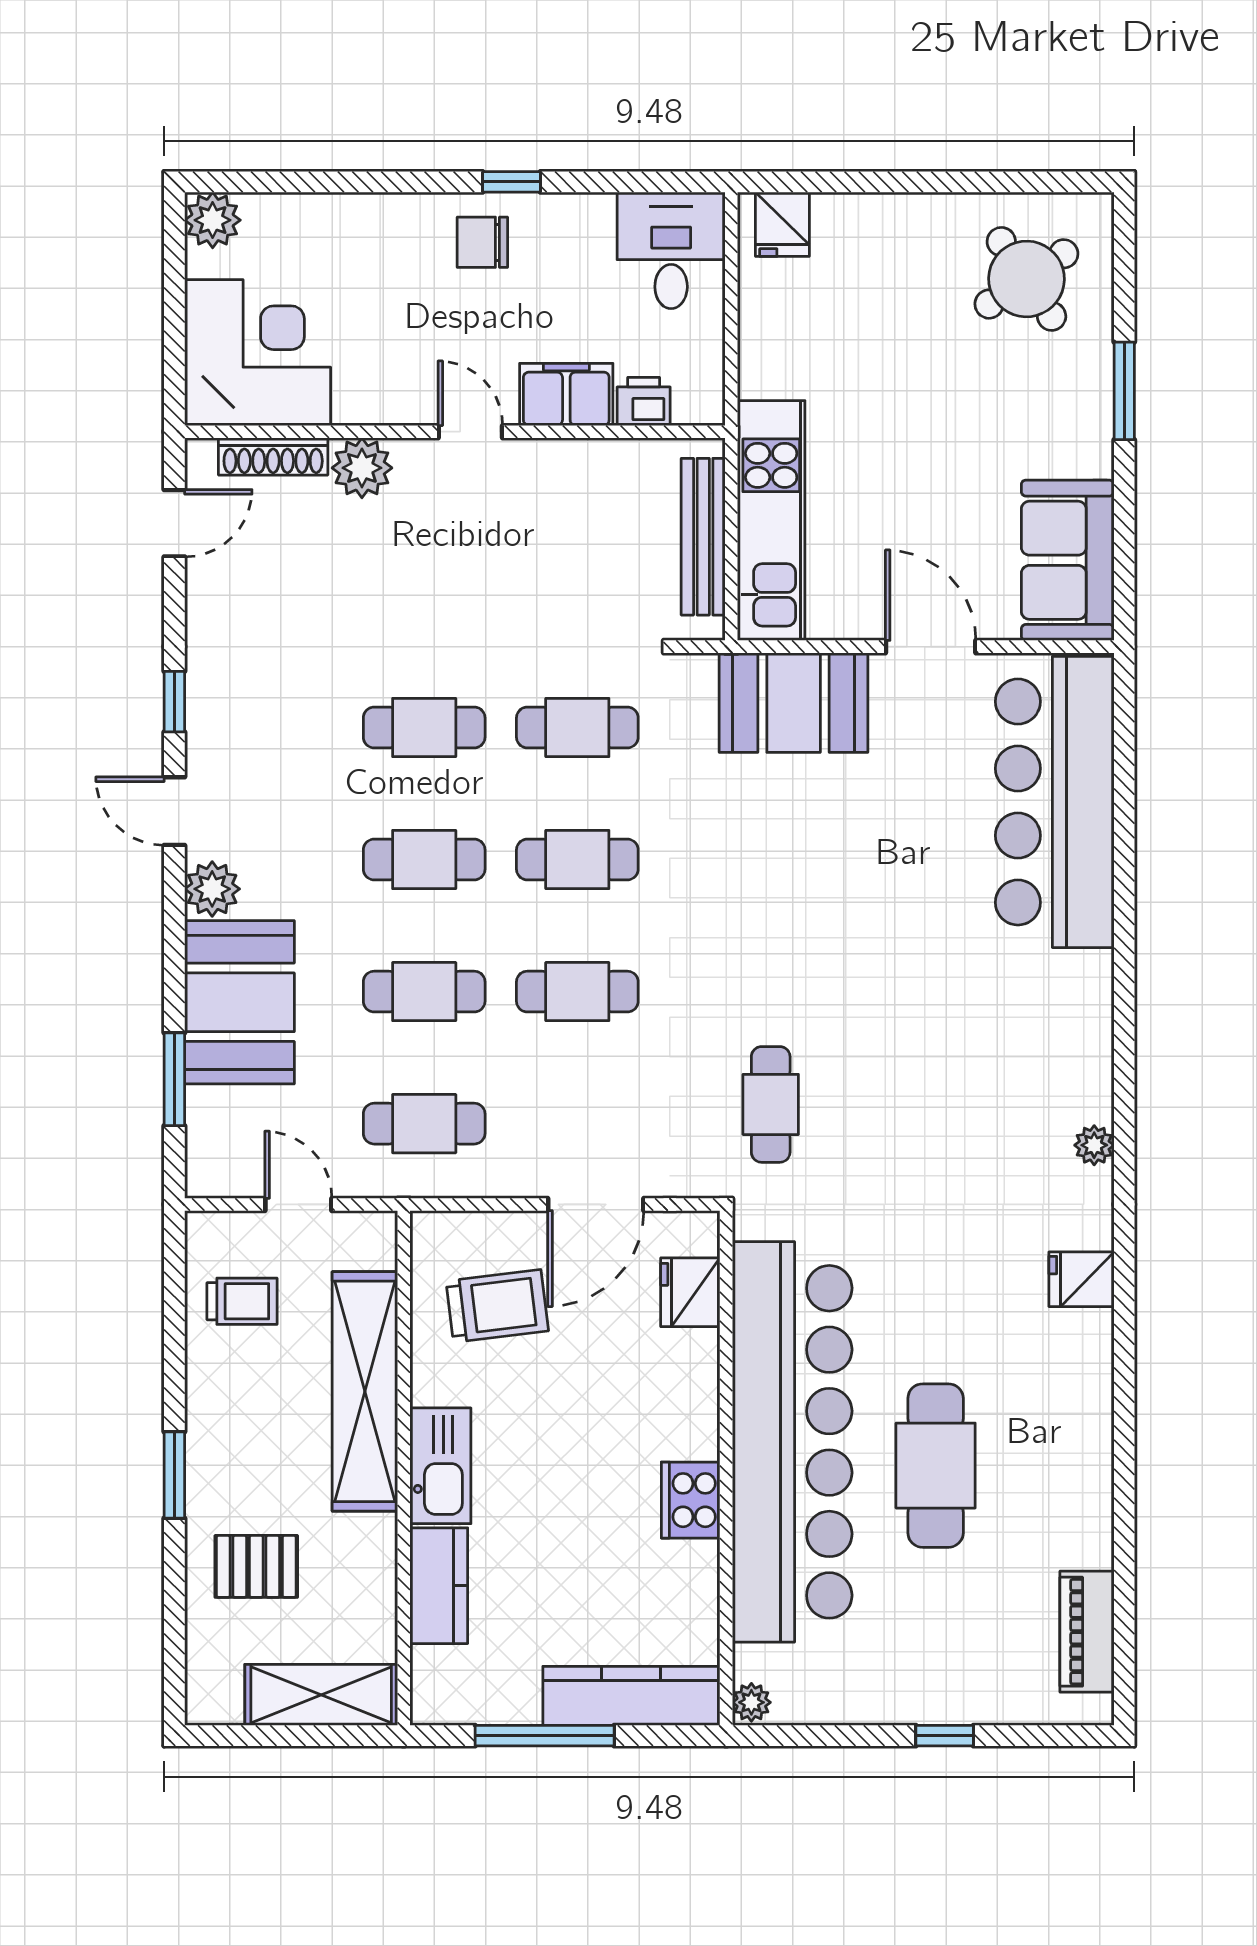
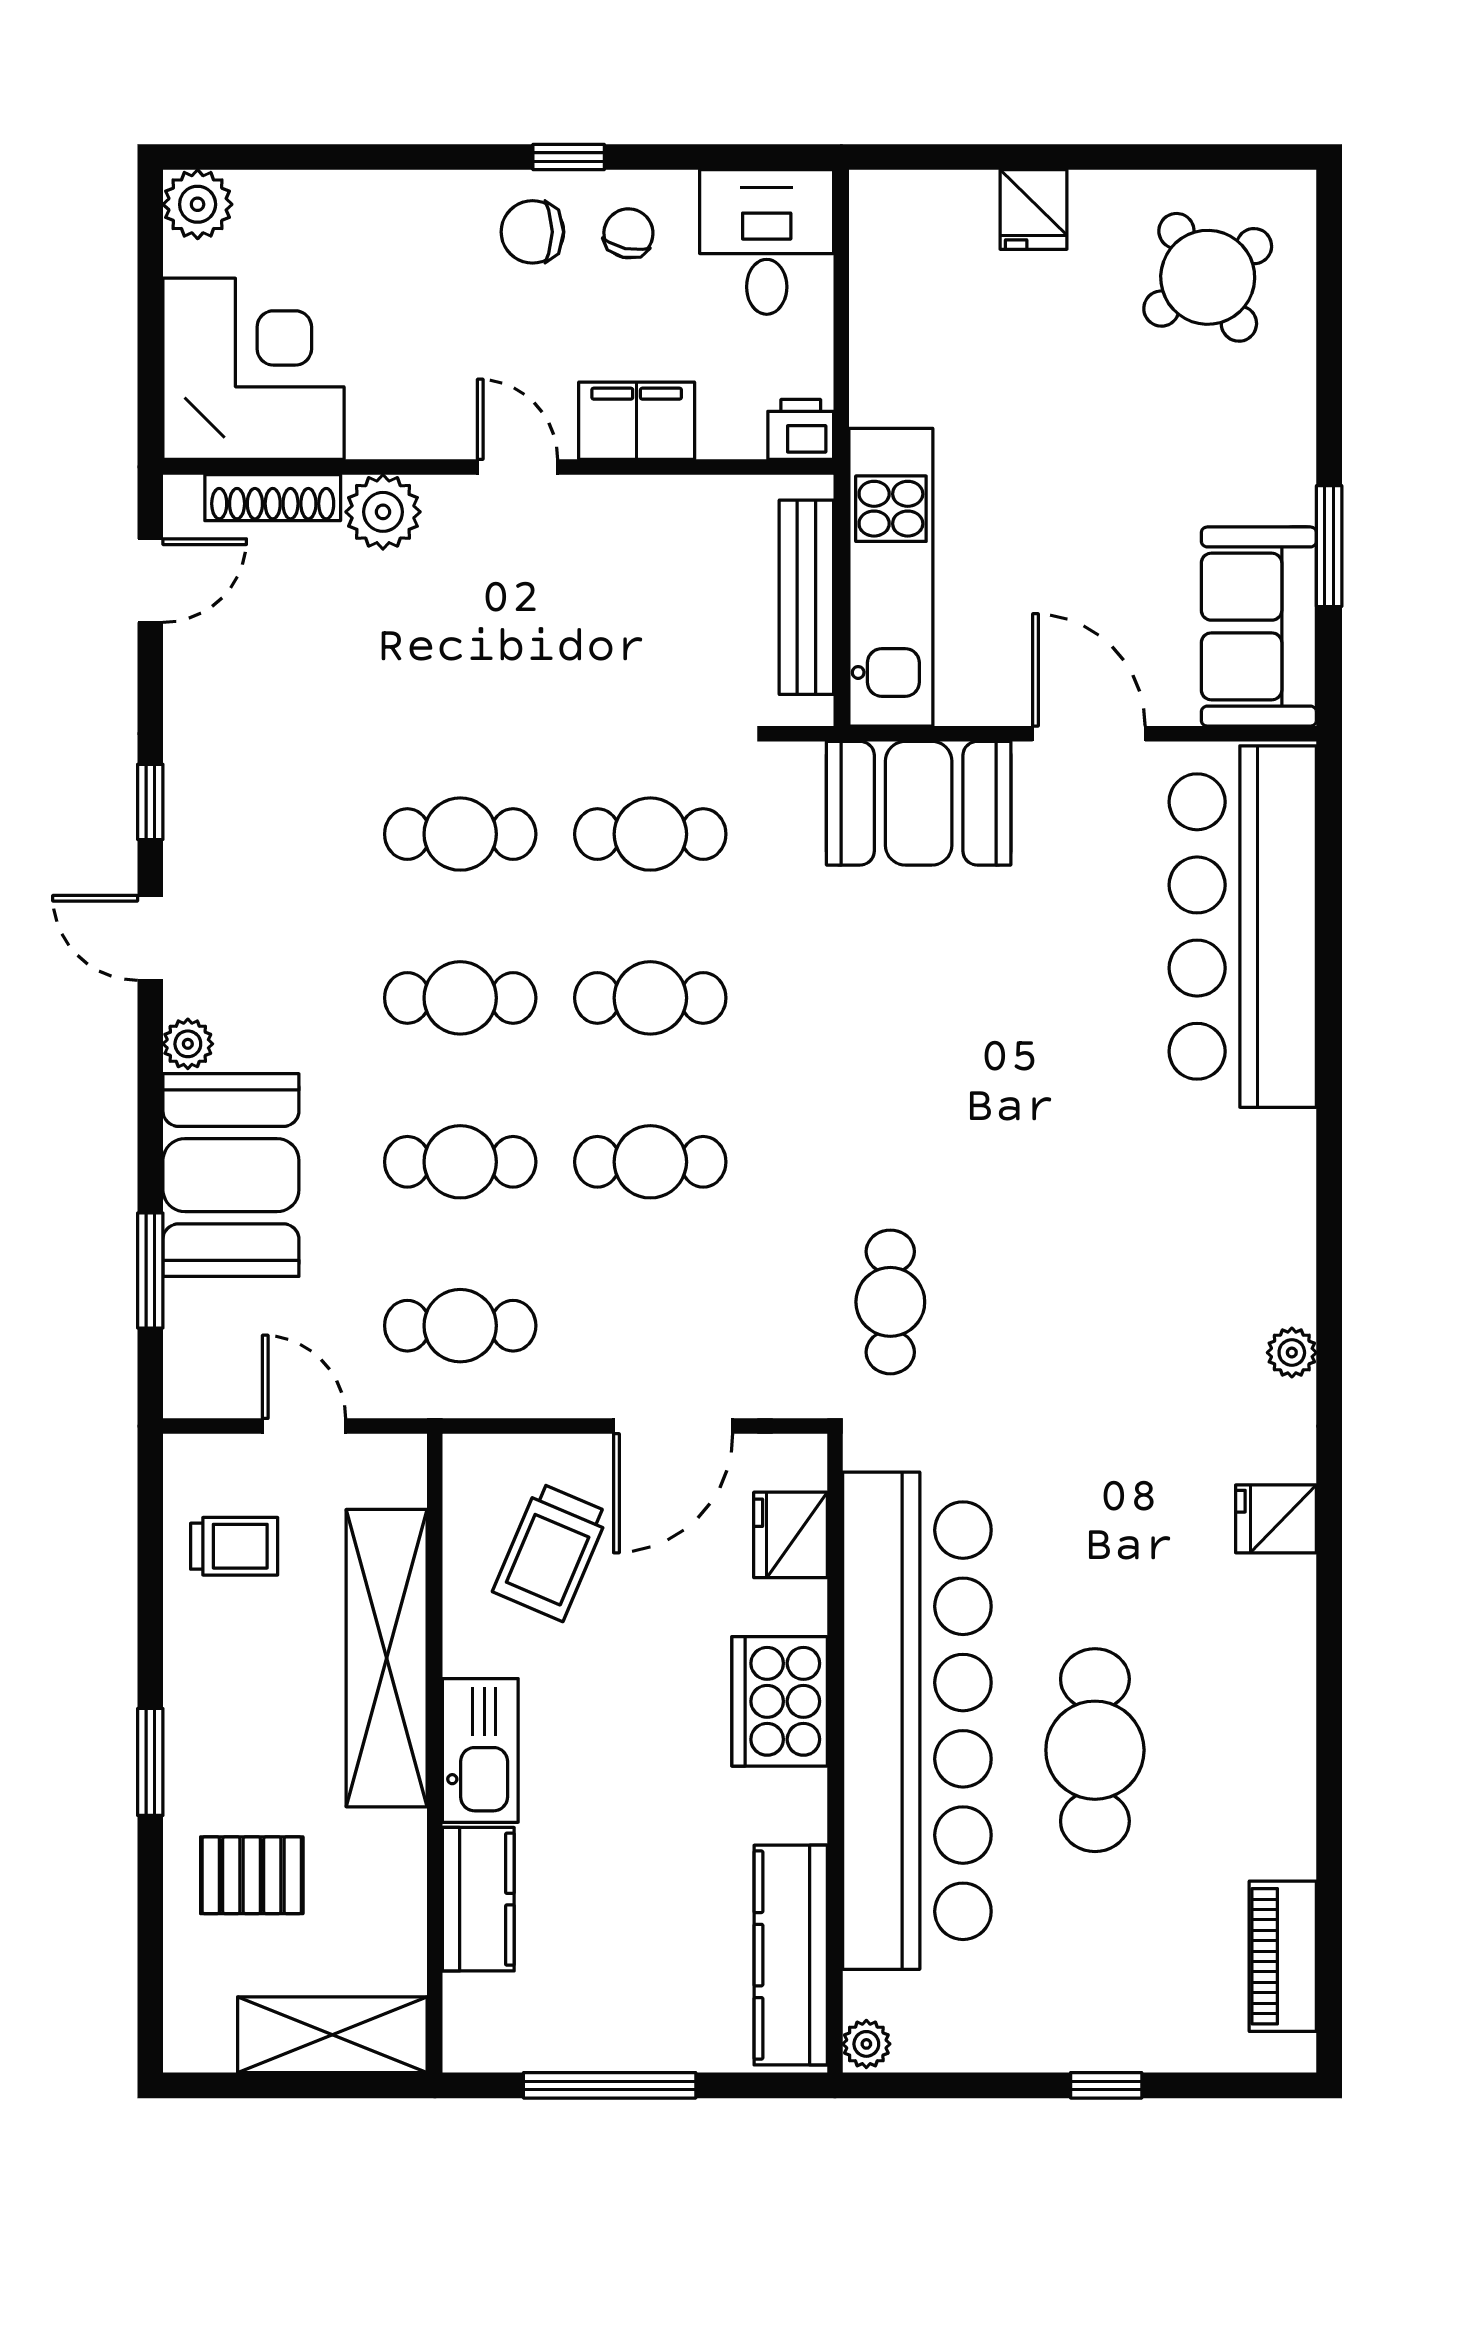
fridge: (782, 224) -> (1034, 210), moved
chair: (560, 243) -> (628, 233), added
window: (1124, 391) -> (1329, 546), moved
printer: (644, 401) -> (801, 429), moved
plant: (212, 889) -> (188, 1044), width x0.73, depth x0.73
trolley: (497, 1306) -> (551, 1552), turned 120
cooker: (691, 1500) -> (780, 1701), moved, width x1.37, depth x1.31
kitchen counter: (631, 1696) -> (791, 1955), moved, turned -90

